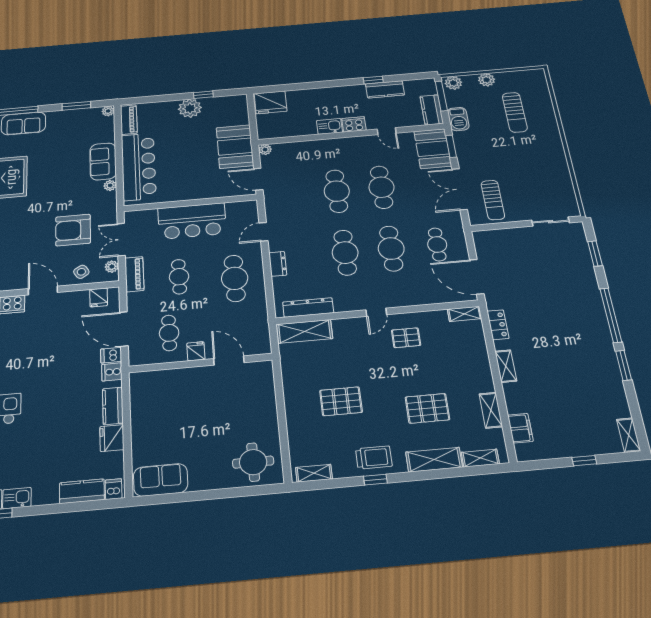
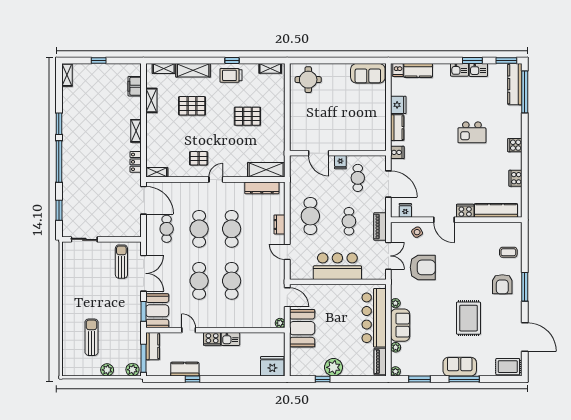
barbecue: (458, 119) -> (134, 336), removed
door: (263, 232) -> (287, 252), swing flipped
plant: (112, 267) -> (396, 347), moved
dishwasher: (111, 355) -> (398, 165), removed

